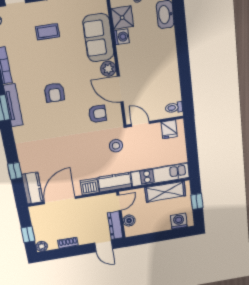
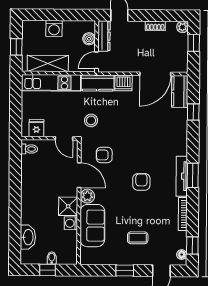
shower: (122, 18) -> (68, 206), moved
washing machine: (179, 221) -> (54, 28), moved

